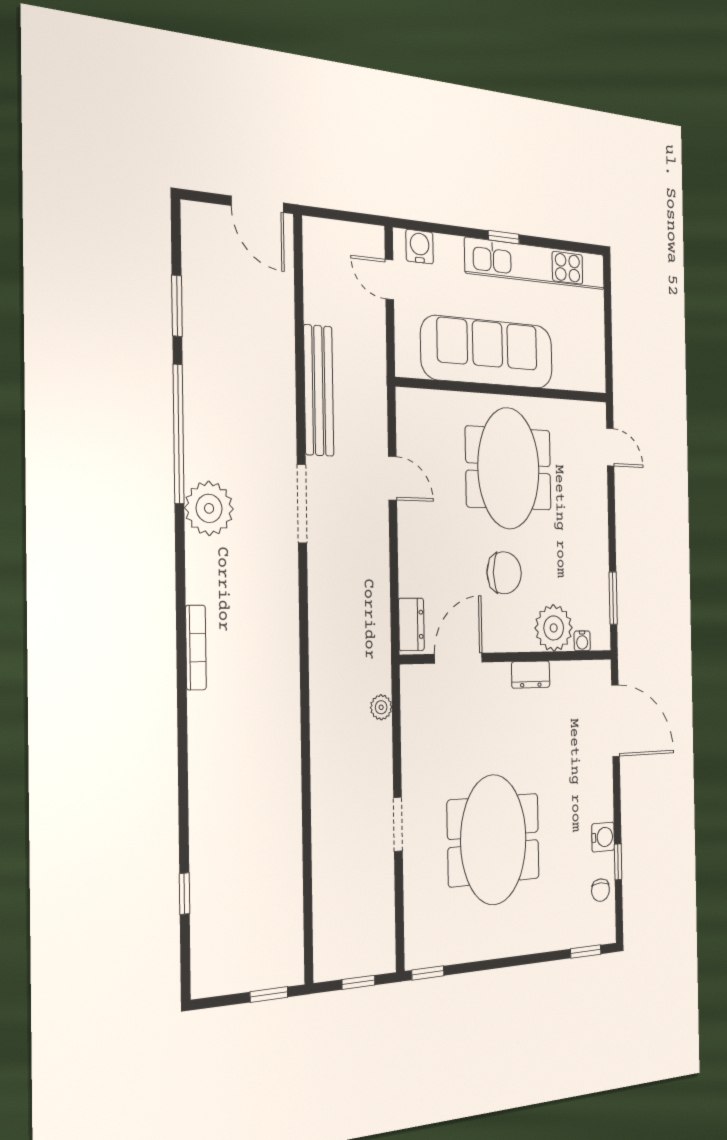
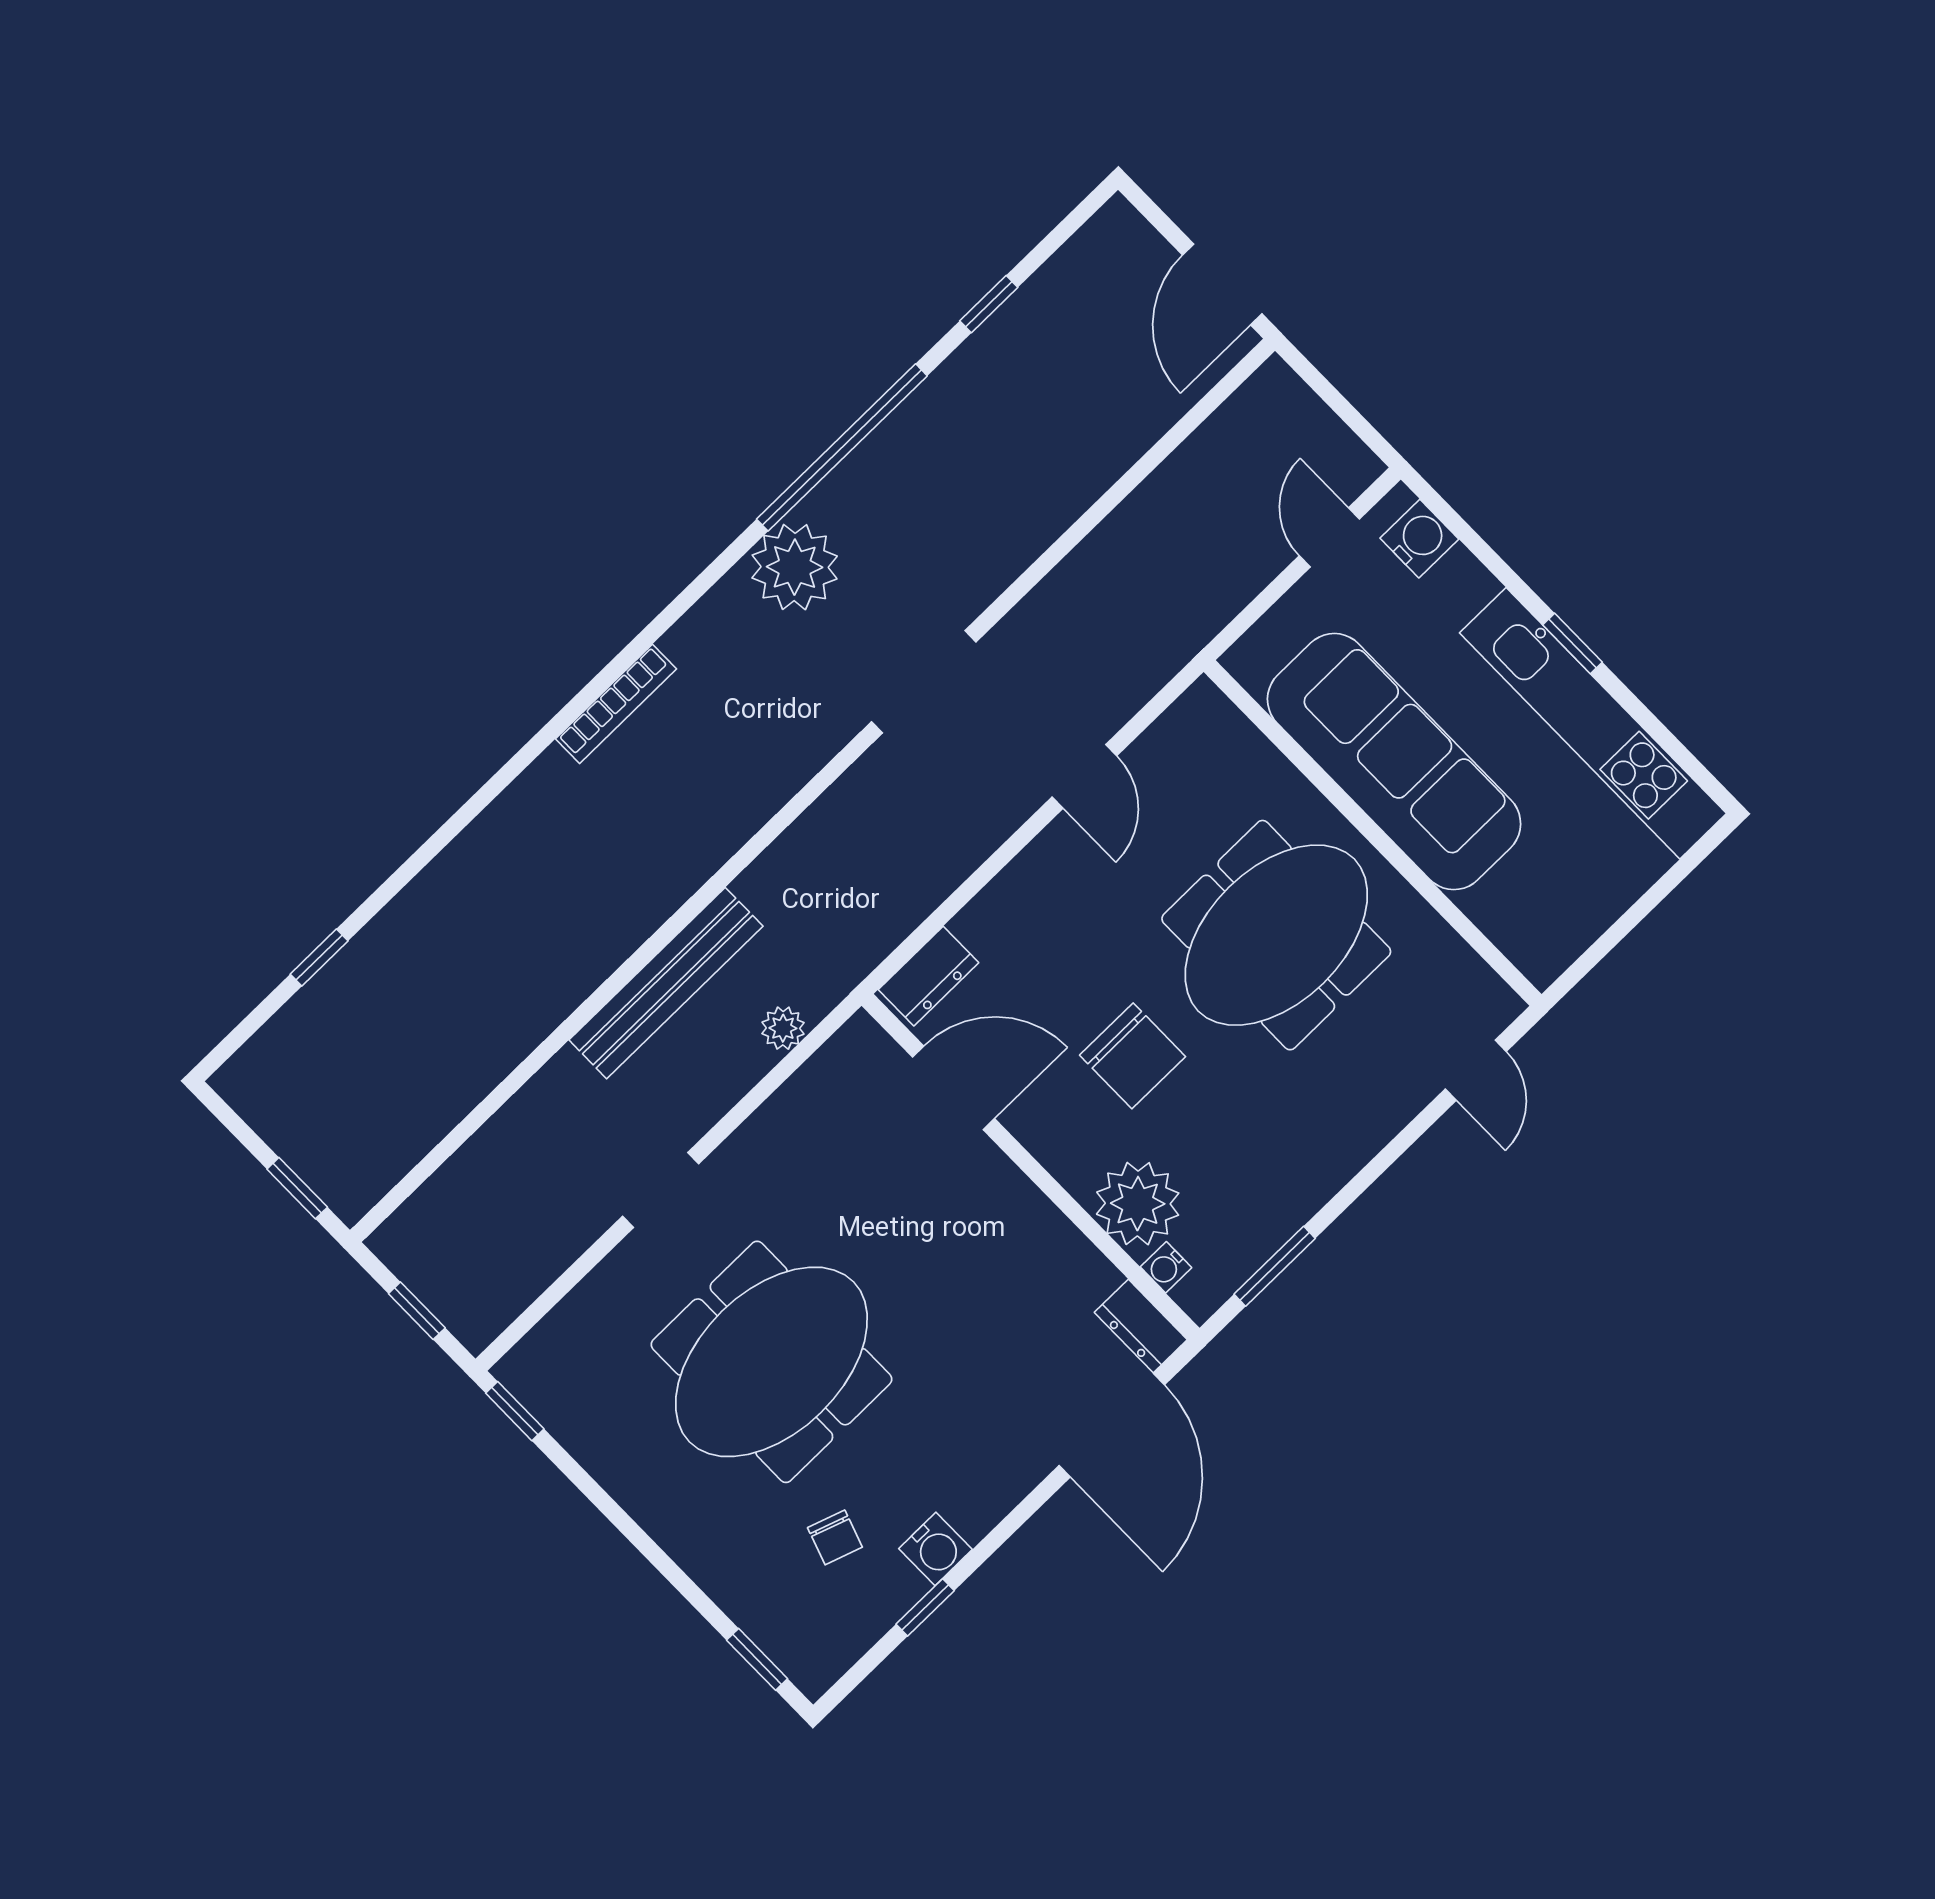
window: (177, 306) -> (989, 304), width x0.67
bench: (319, 390) -> (666, 983), moved
dresser: (531, 675) -> (1141, 1326), moved
chair: (601, 890) -> (835, 1537), moved, turned -71

